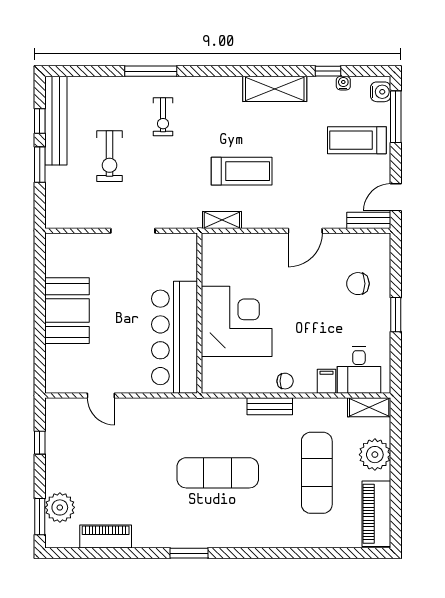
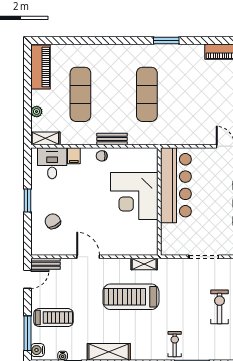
exercise bike: (163, 117) -> (175, 344), moved
treadmill: (242, 171) -> (131, 297), width x1.37, depth x1.38
door: (305, 231) -> (88, 257), hinge flipped
chair: (358, 284) -> (53, 221), turned -117
plant: (375, 455) -> (37, 112), width x0.53, depth x0.53
exercise mat: (218, 473) -> (147, 94), turned 90

